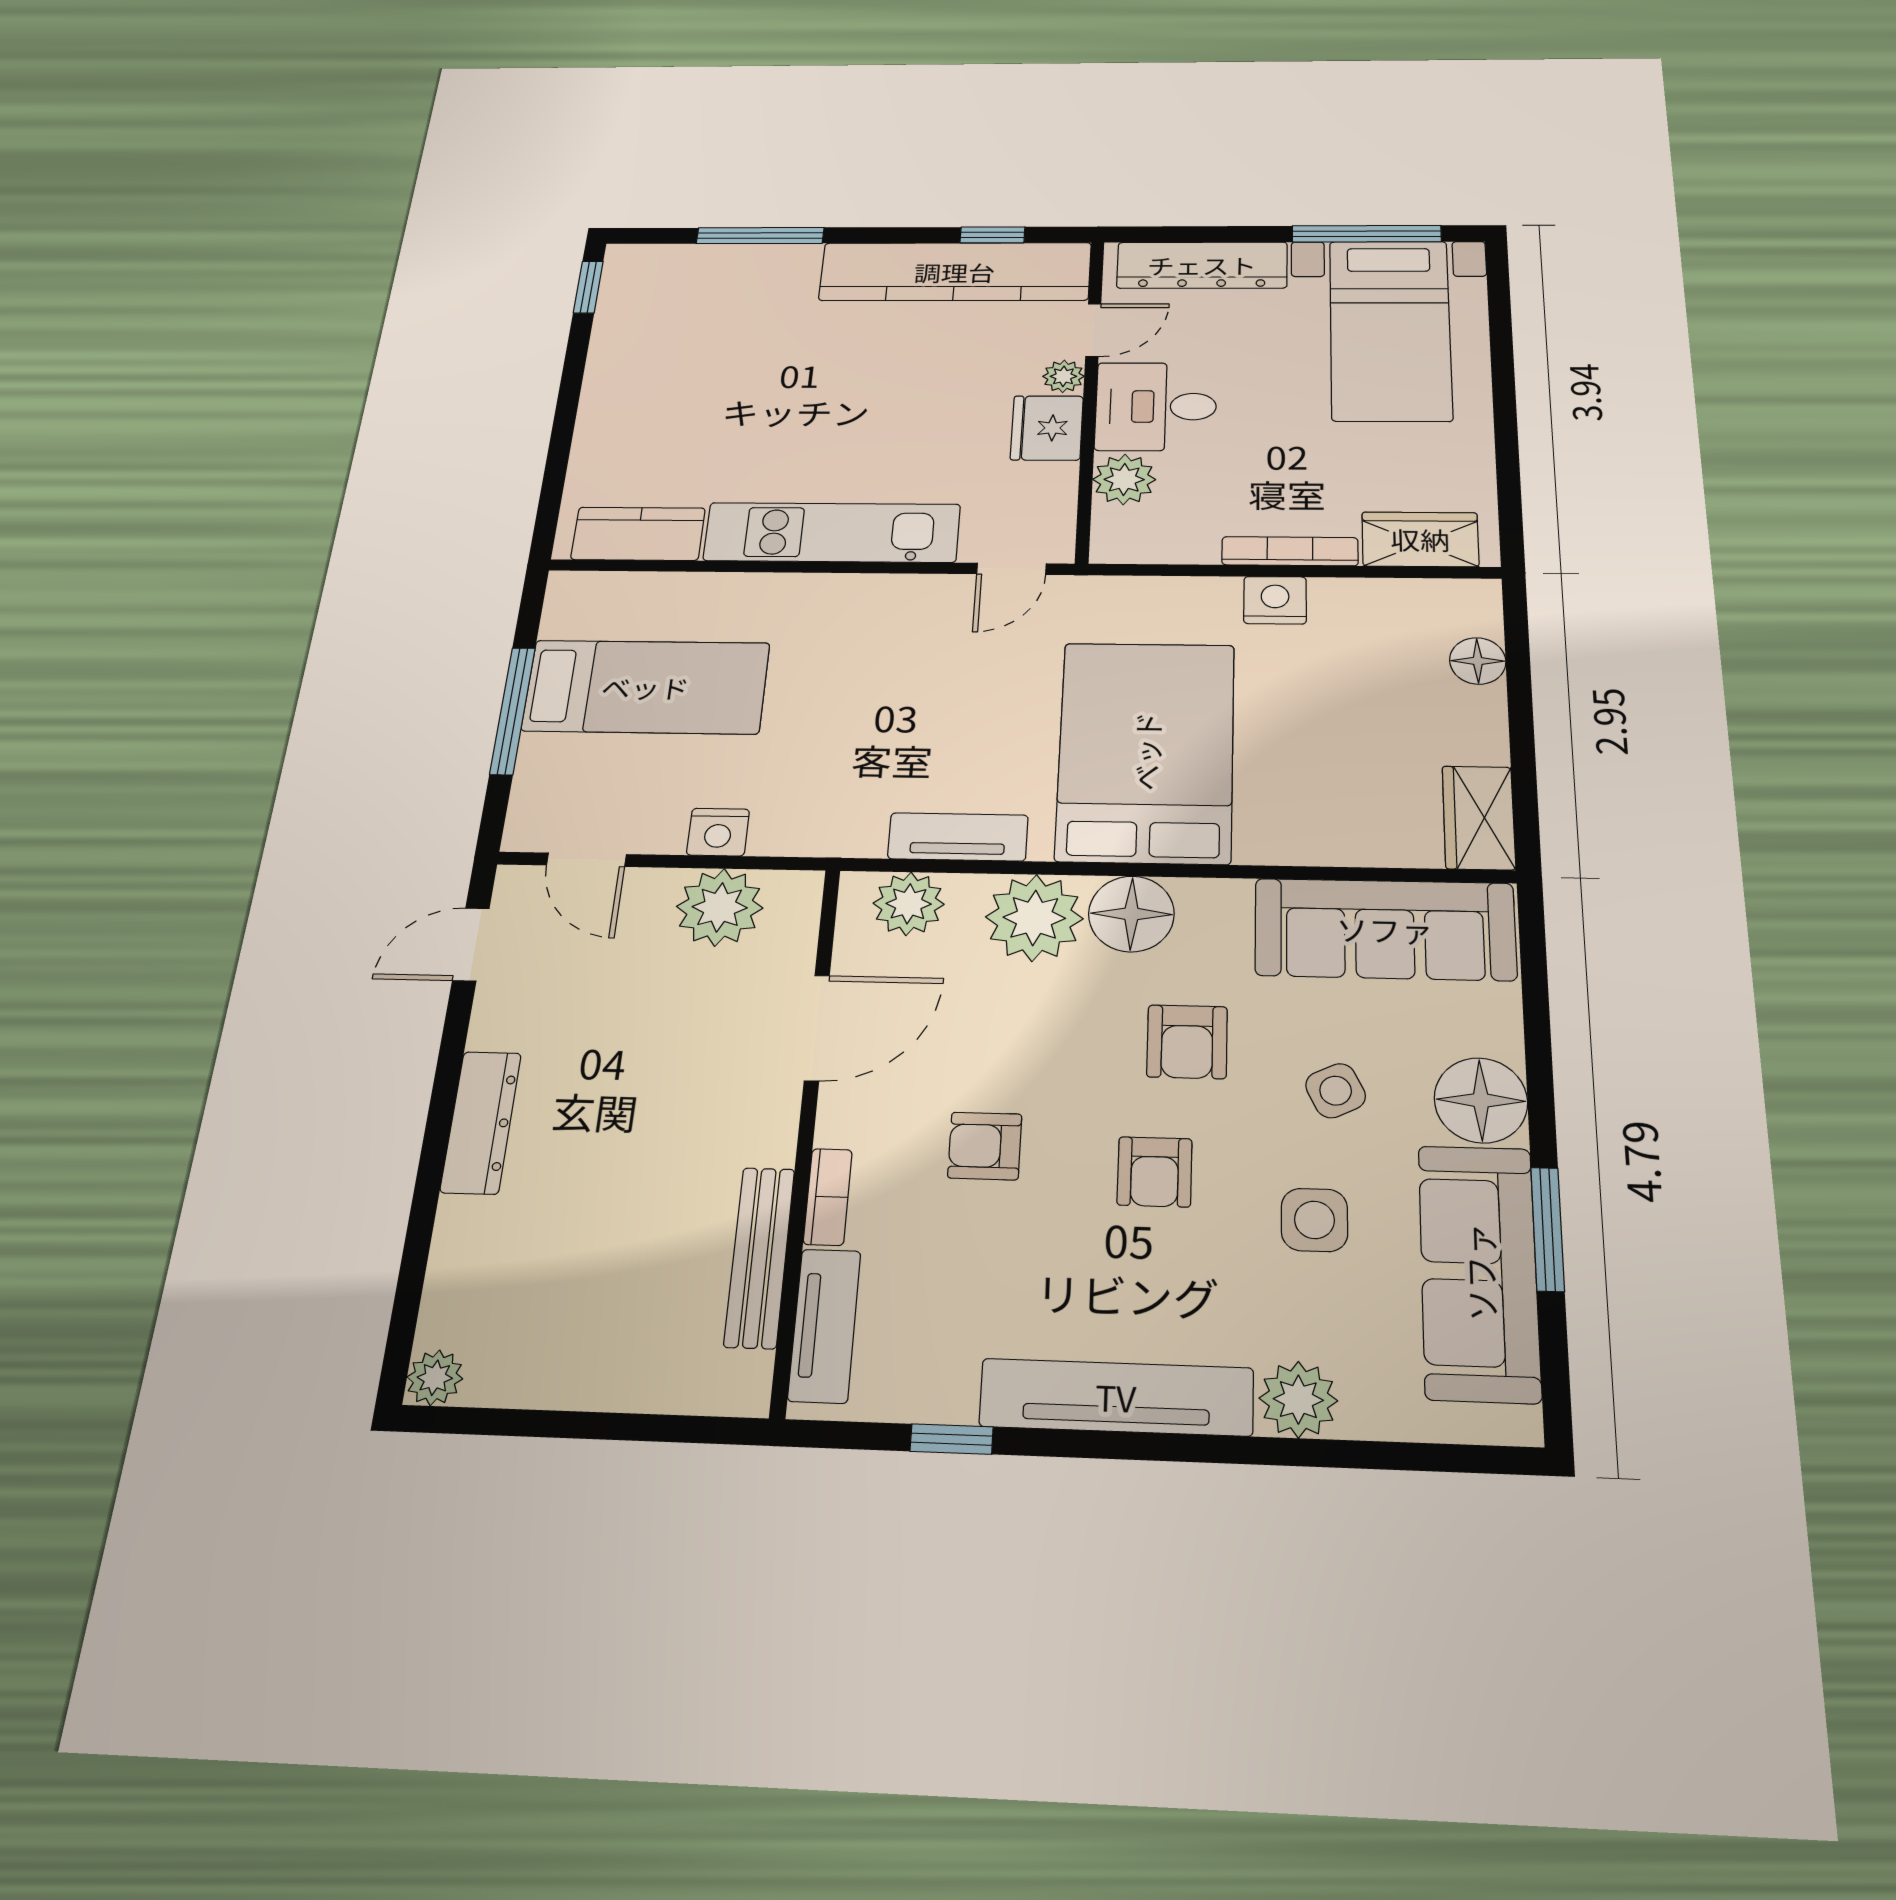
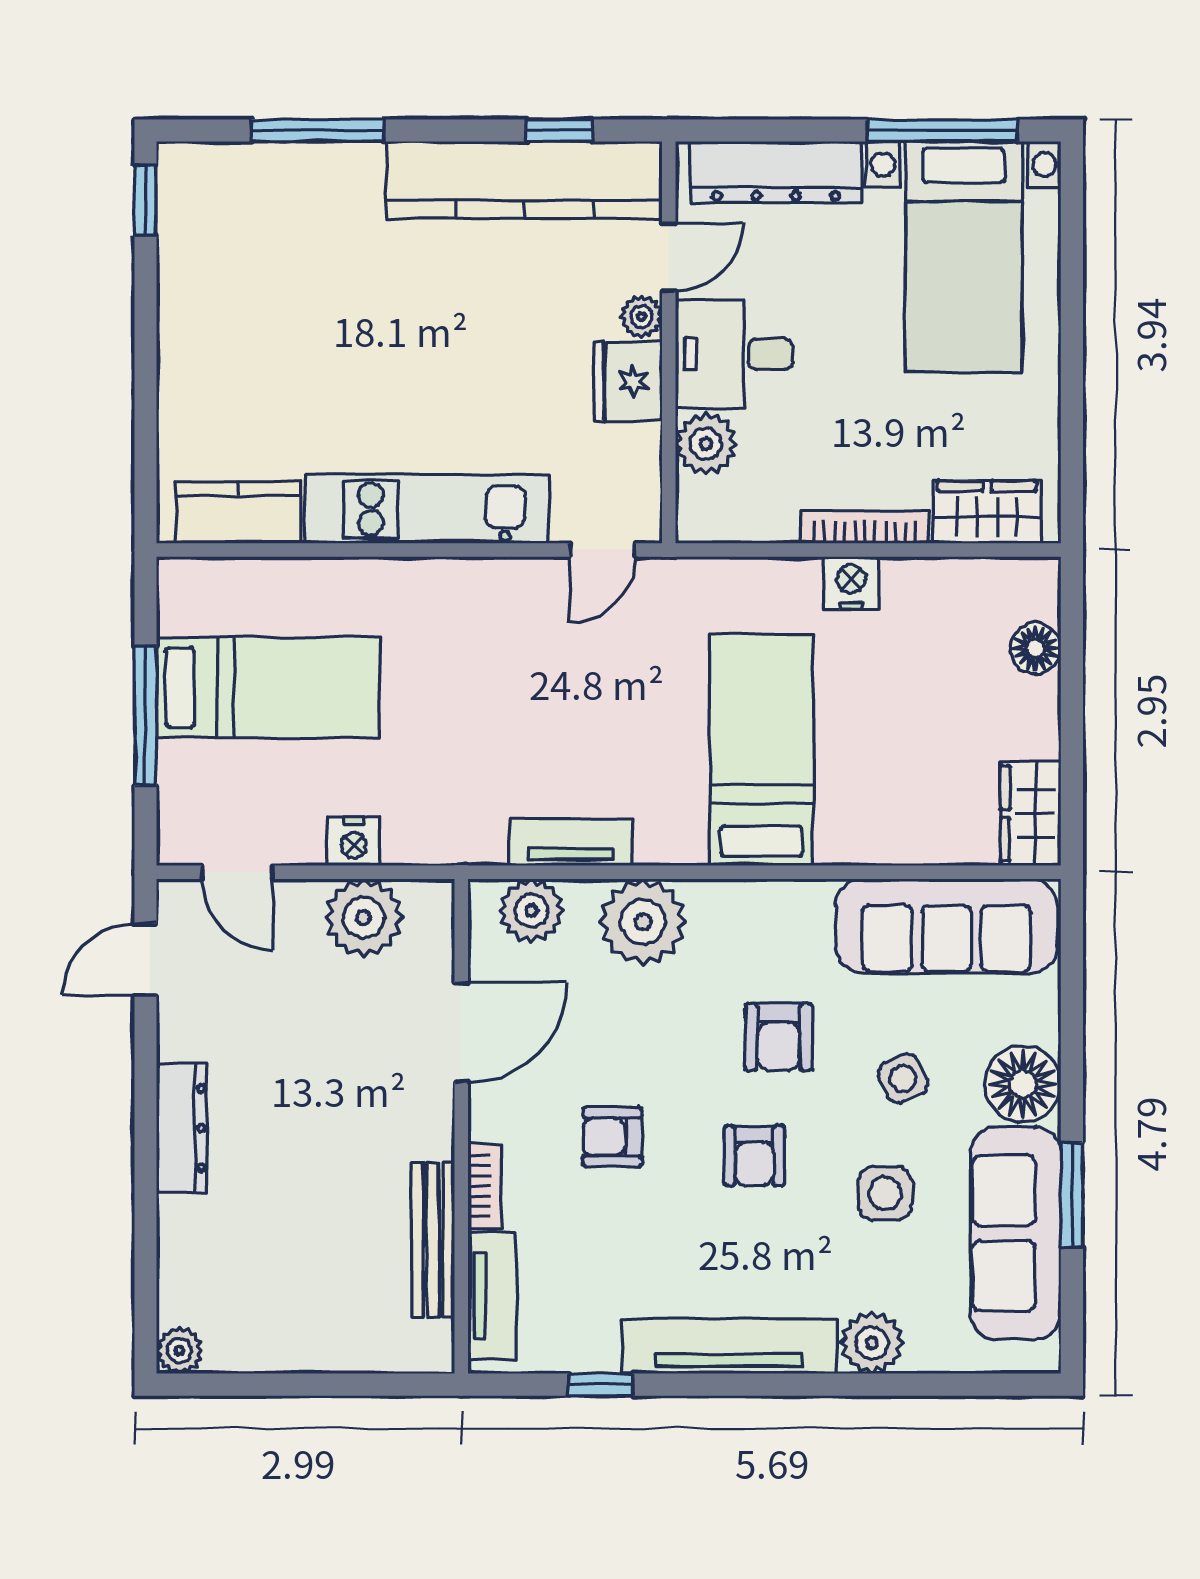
bed: (1146, 751) -> (762, 750), width x0.67
floor lamp: (1131, 914) -> (728, 916), removed

